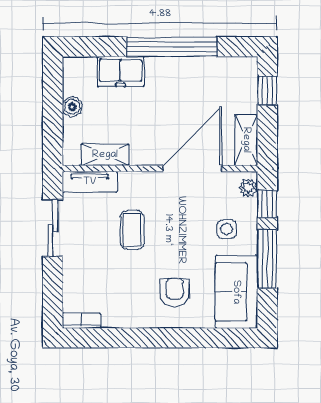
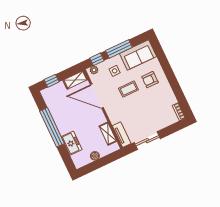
coffee table: (132, 230) -> (128, 89), moved

